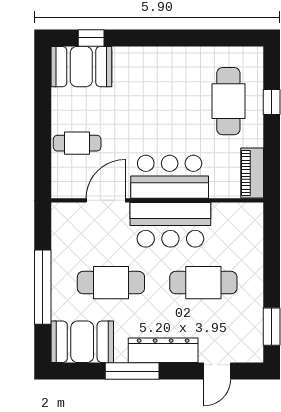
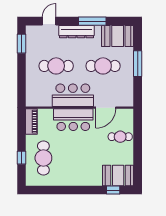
window: (43, 287) -> (138, 64), width x0.68

